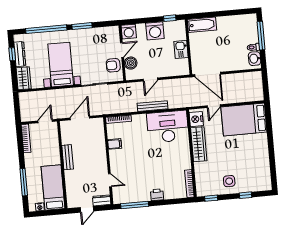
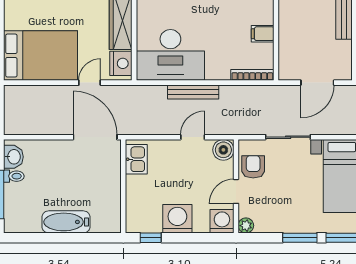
bathtub: (202, 25) -> (66, 222), moved
plant: (114, 30) -> (246, 226), added
kitchen sink: (181, 49) -> (136, 159), moved
boiler: (131, 63) -> (223, 150), moved
armchair: (113, 65) -> (253, 167), turned -90

